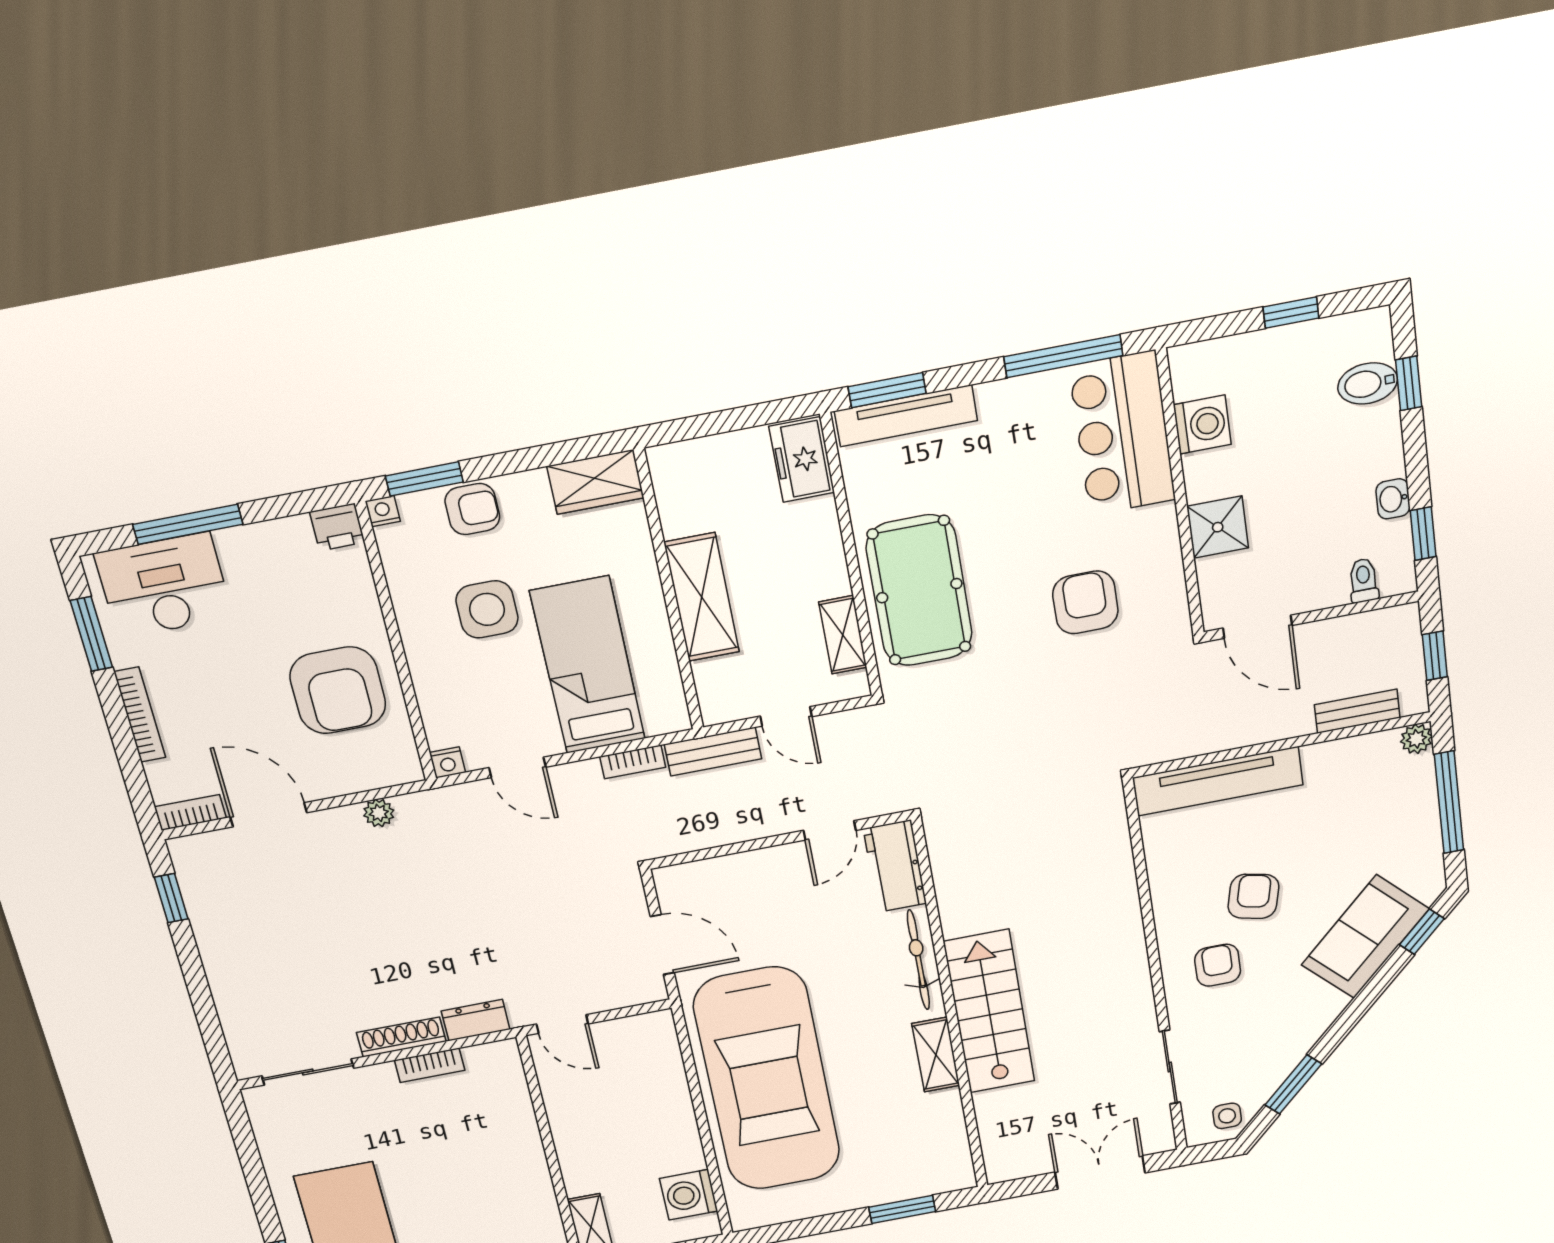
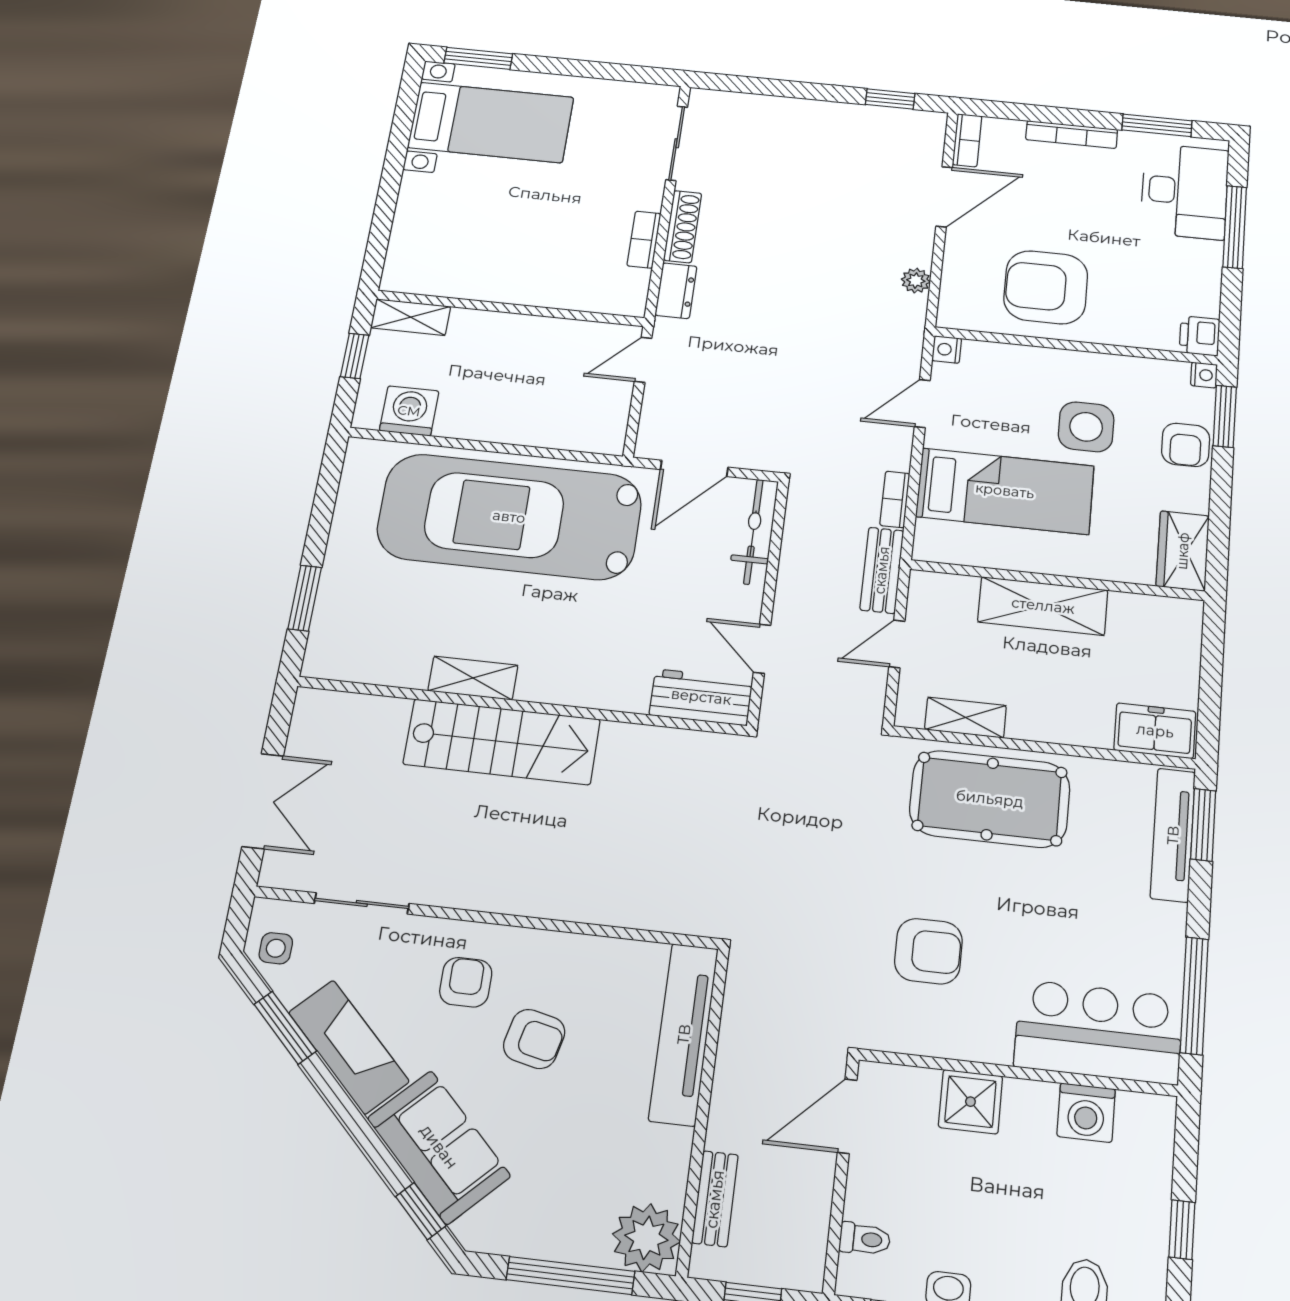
plant: (1416, 739) -> (646, 1238), width x1.88, depth x1.88
bicycle: (918, 960) -> (753, 532), moved, turned -90
armchair: (1218, 965) -> (466, 982), turned -90
fireplace: (1297, 1033) -> (349, 1047), added

